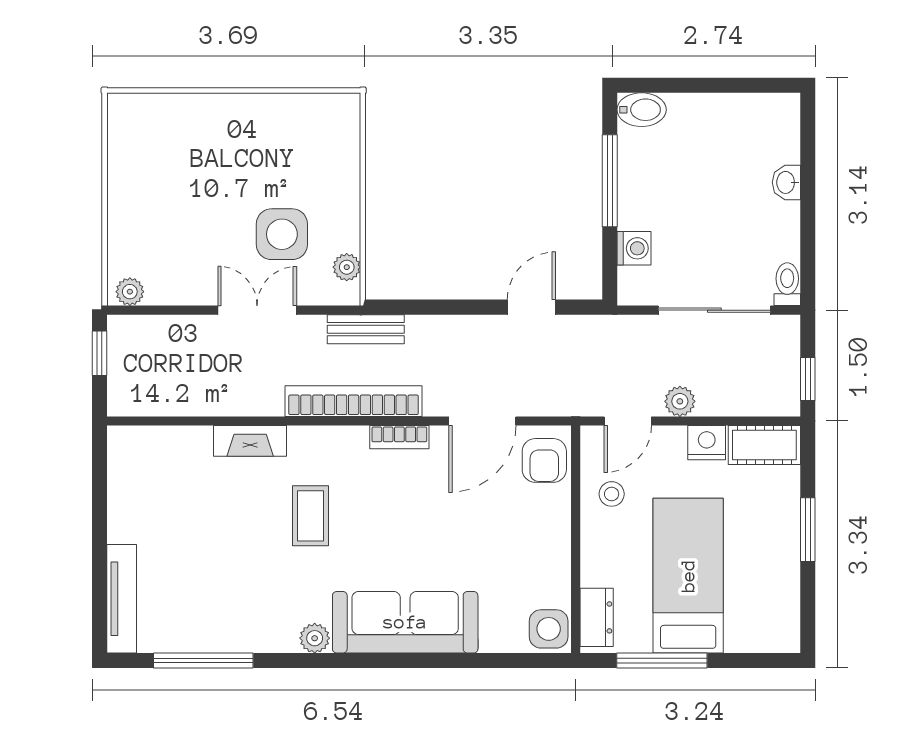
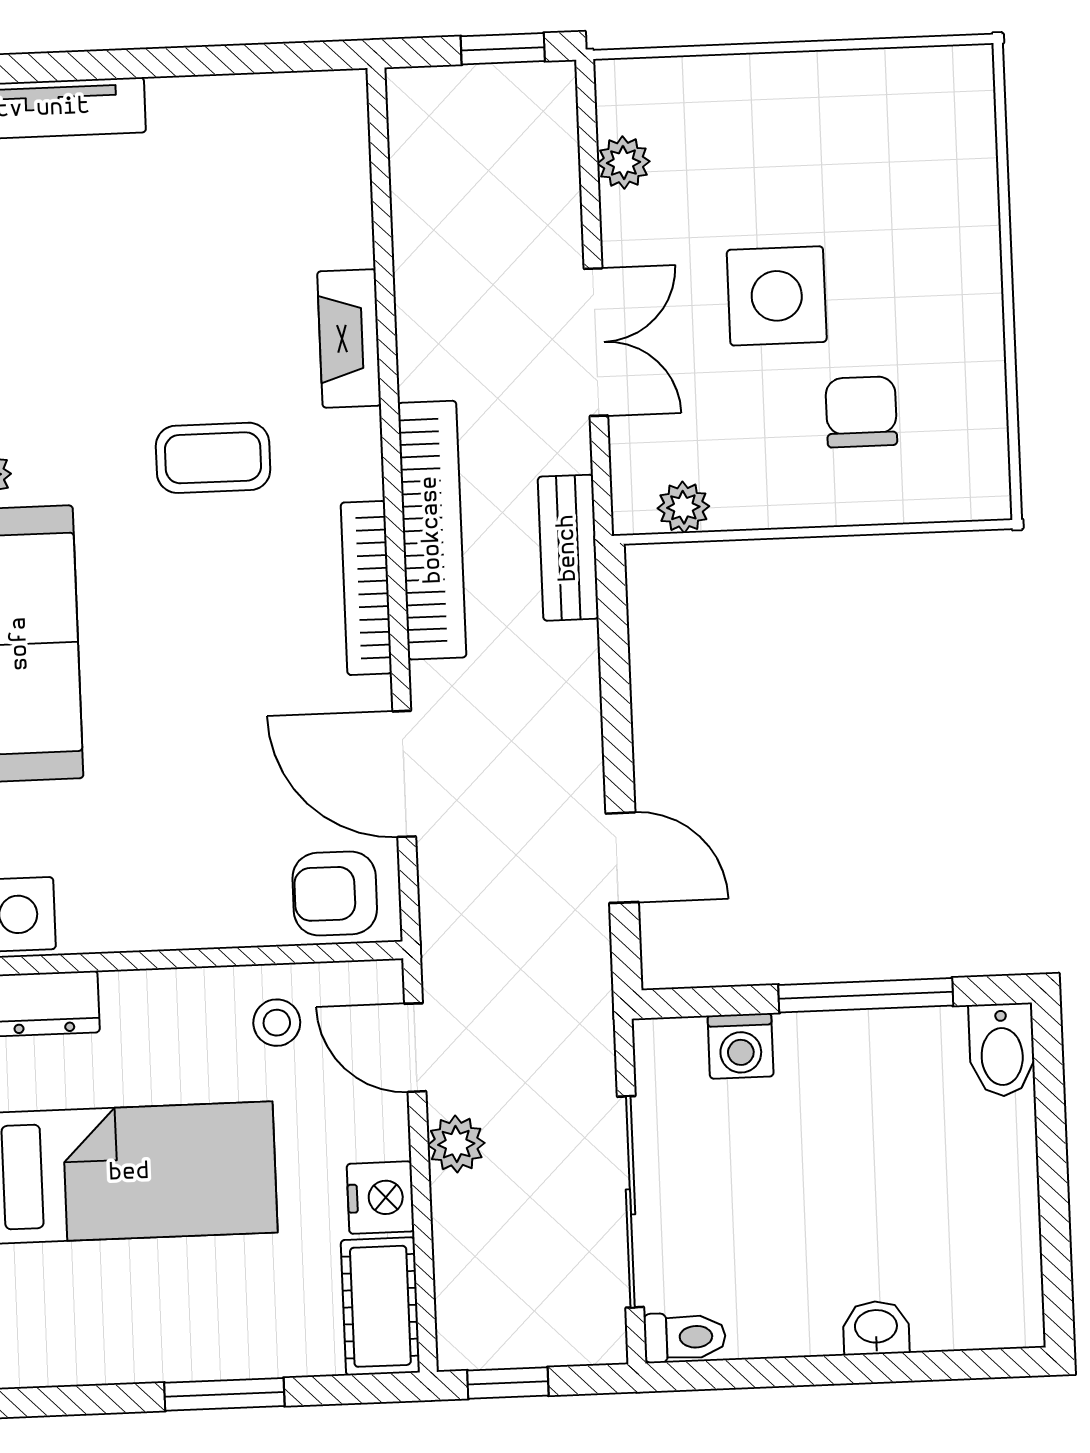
chair: (300, 171) -> (861, 412), added
side table: (282, 234) -> (777, 296), moved
plant: (130, 292) -> (623, 163), moved
bookcase: (399, 437) -> (366, 588), width x1.56

